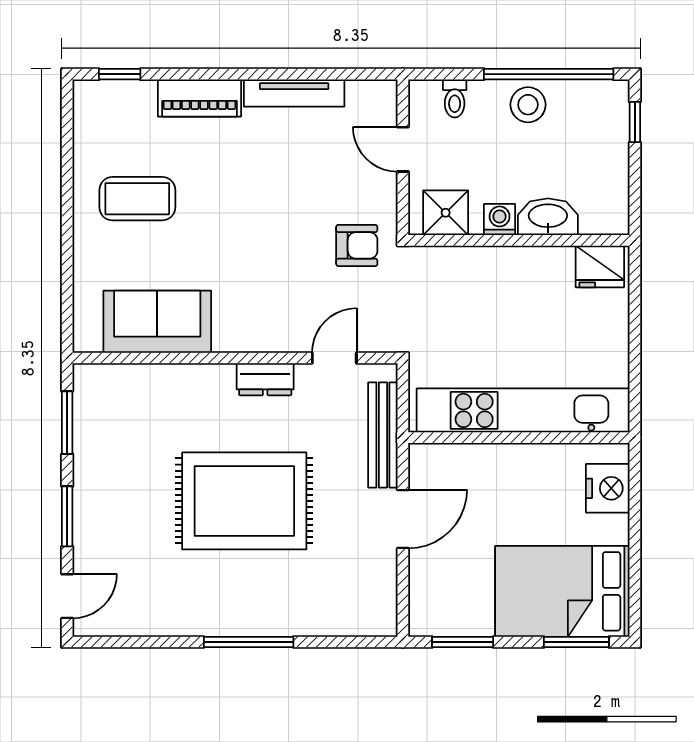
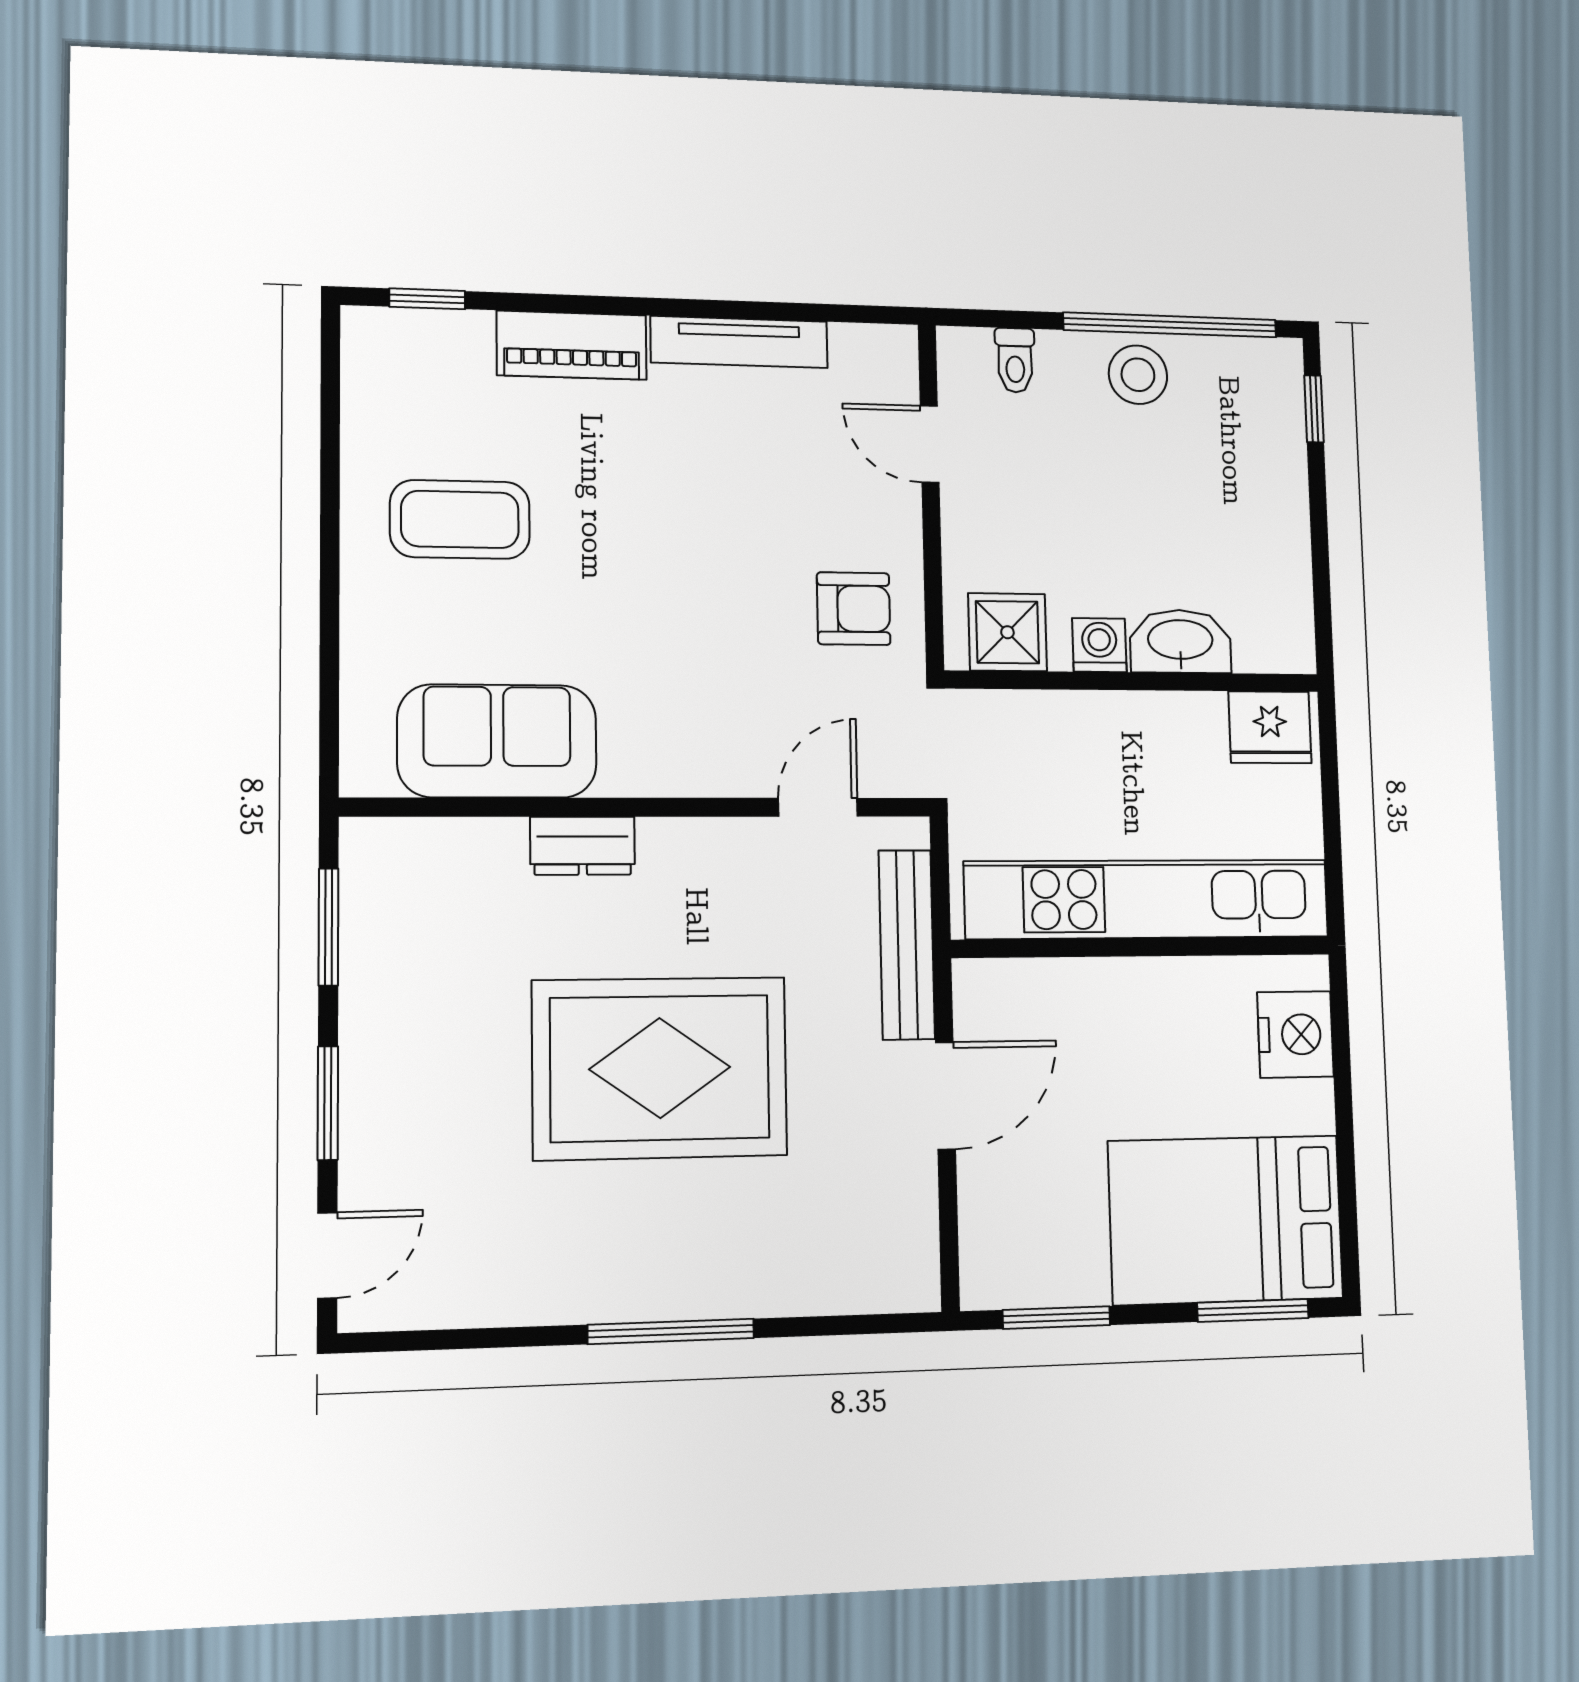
shower: (446, 213) -> (1007, 632), moved
washbasin: (548, 217) -> (1180, 641), moved
washing machine: (500, 220) -> (1099, 645), moved
wall: (519, 240) -> (1133, 681), moved
fridge: (600, 266) -> (1270, 727), moved
dresser: (265, 379) -> (583, 846), moved

